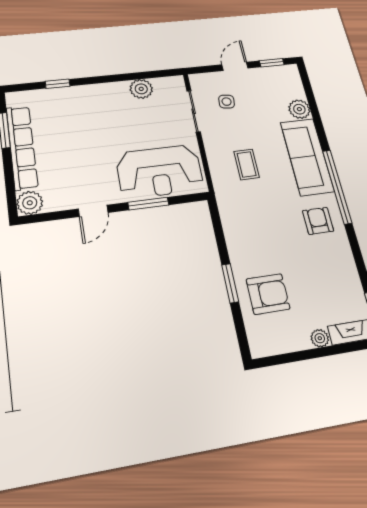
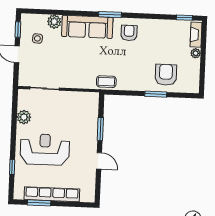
side table: (227, 102) -> (37, 38), moved
coffee table: (247, 164) -> (106, 82), moved
reception desk: (160, 171) -> (45, 149), moved, turned -90
window: (337, 187) -> (110, 15), width x0.47
plant: (30, 203) -> (88, 195), removed
armchair: (318, 221) -> (129, 33), turned 90

